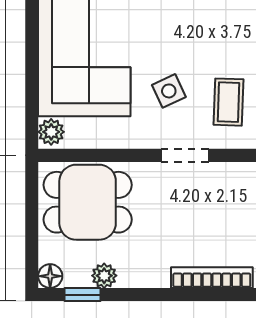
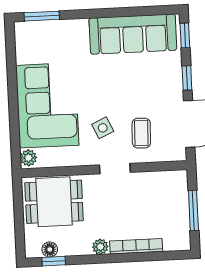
floor lamp: (50, 276) -> (50, 249), moved
plant: (104, 276) -> (100, 247), moved

